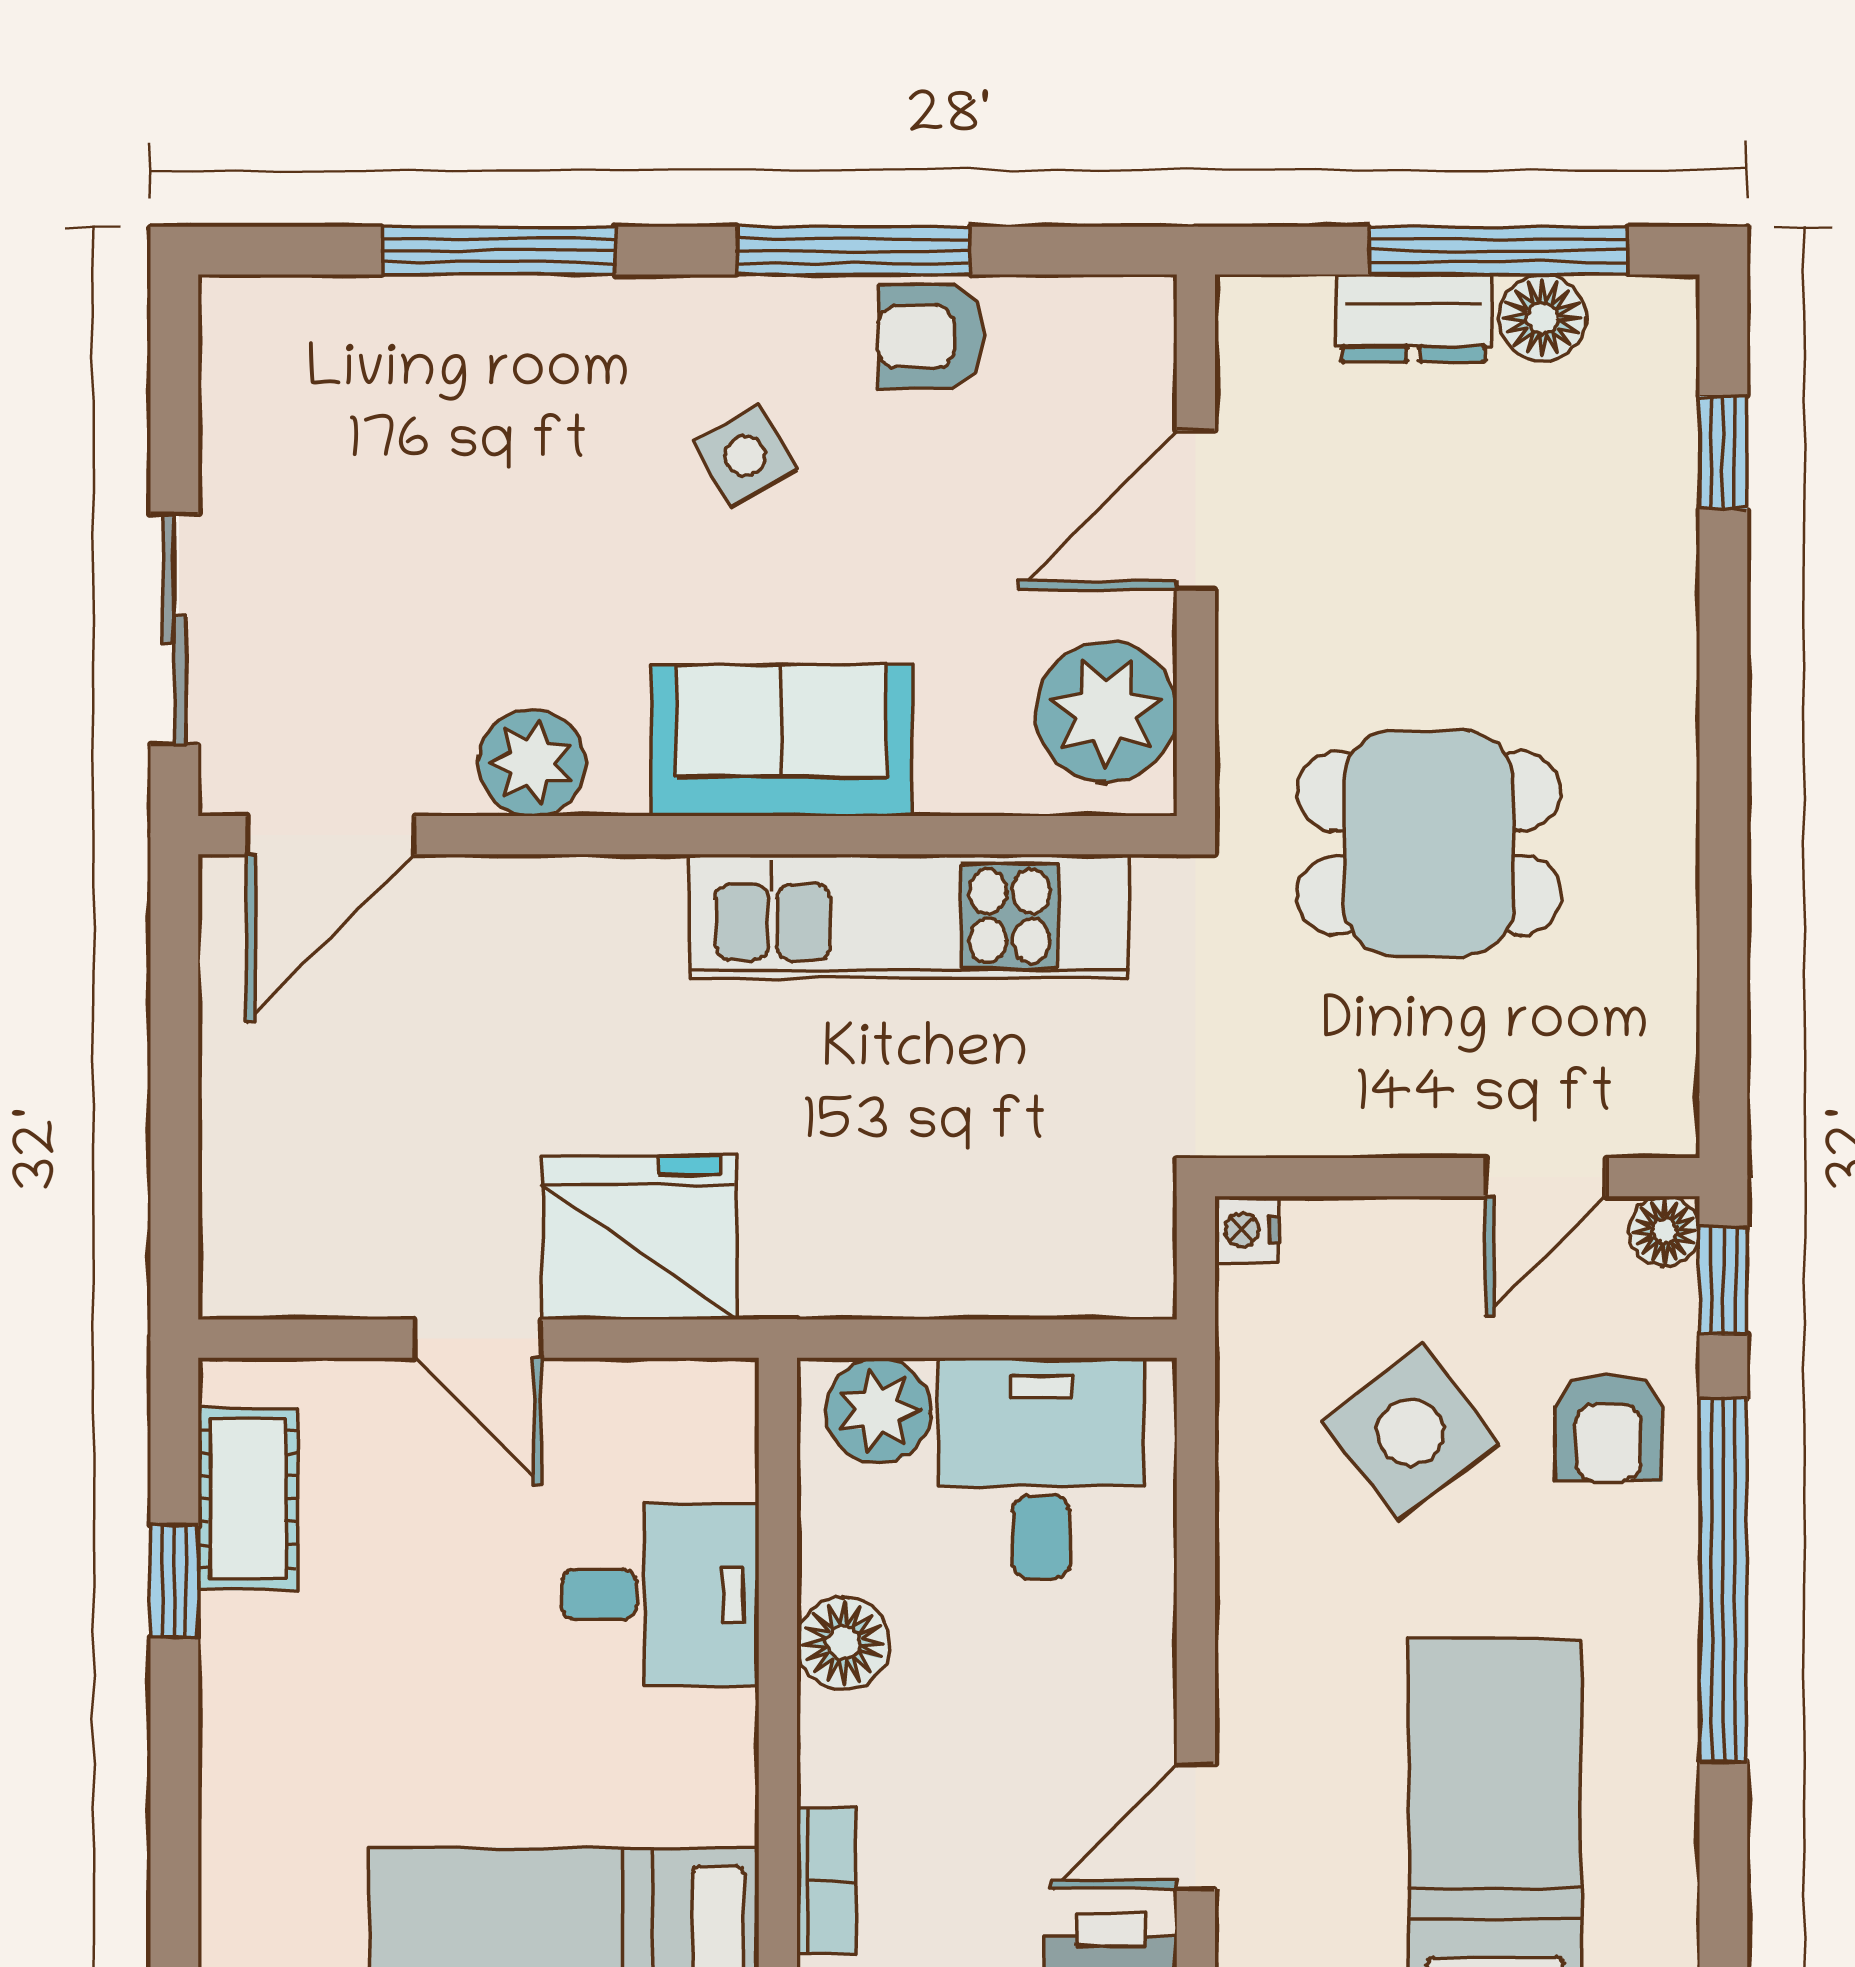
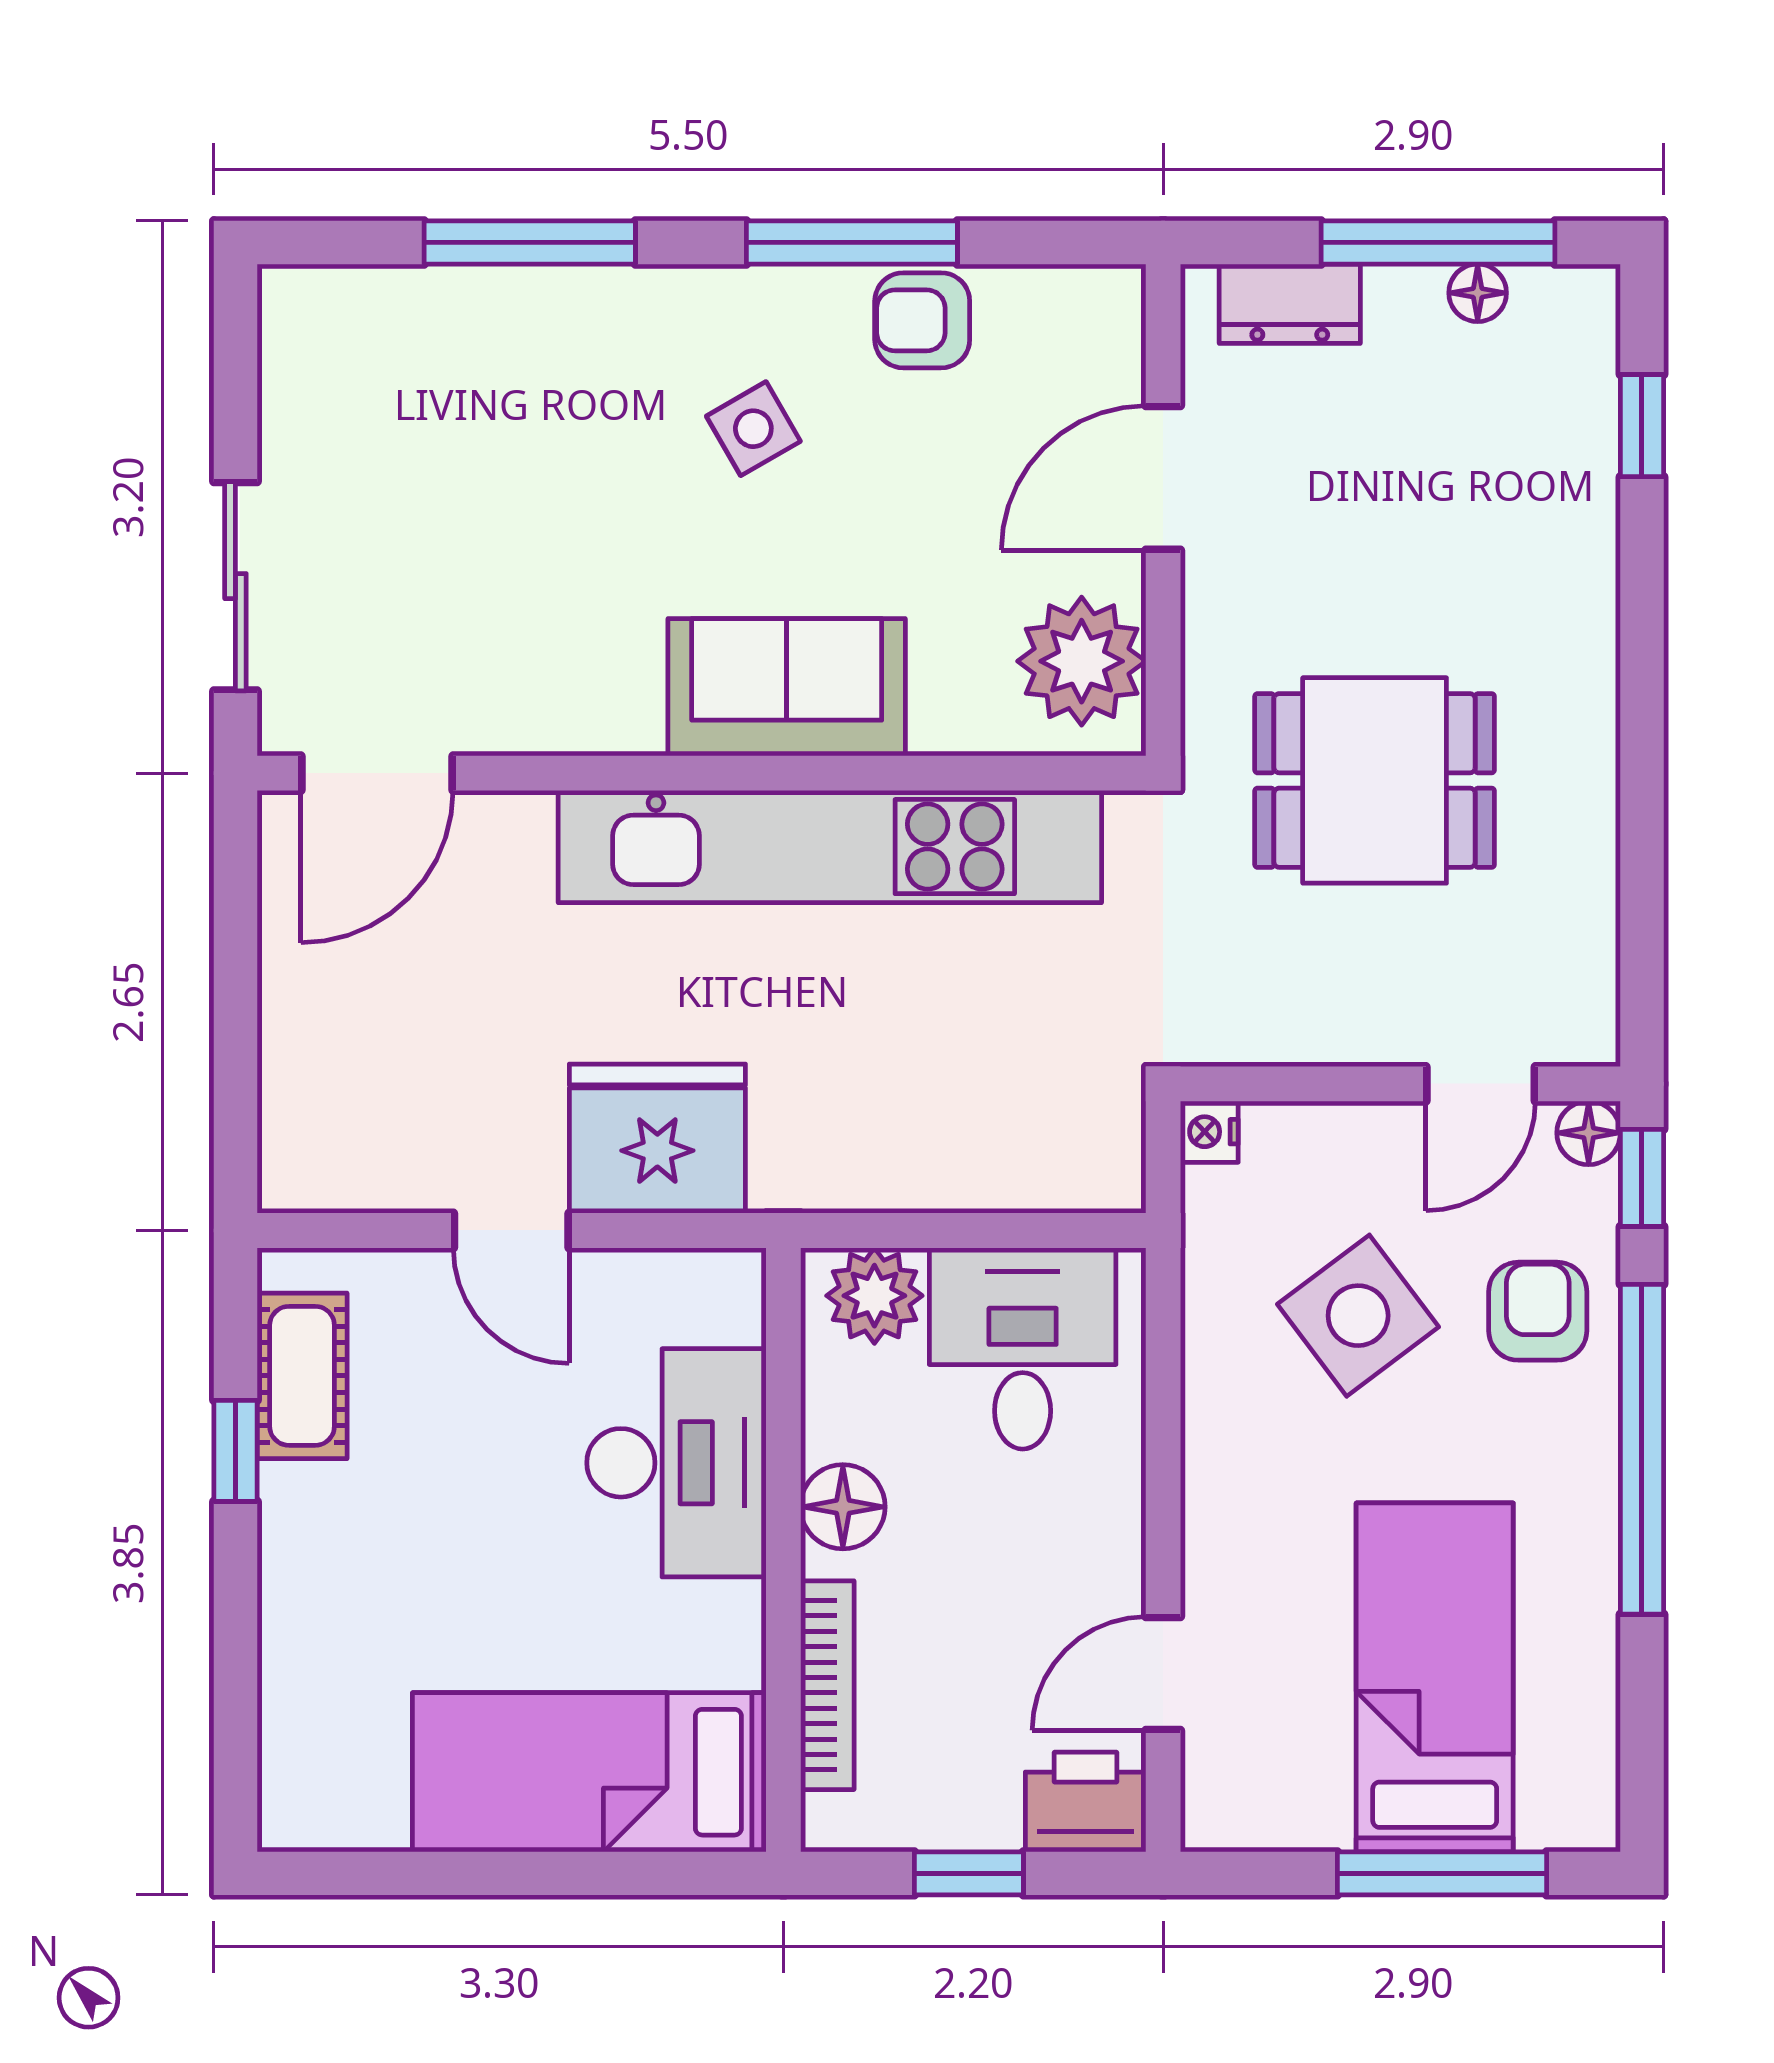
dresser: (1413, 318) -> (1290, 304), moved
floor lamp: (1542, 318) -> (1478, 293), width x0.73, depth x0.73
plant: (532, 763) -> (560, 707), removed
kitchen unit: (909, 916) -> (830, 847), width x1.36
armchair: (1608, 1428) -> (1538, 1311), turned 180
desk: (660, 1595) -> (676, 1463), width x1.37
bookcase: (826, 1881) -> (827, 1685), width x1.56

